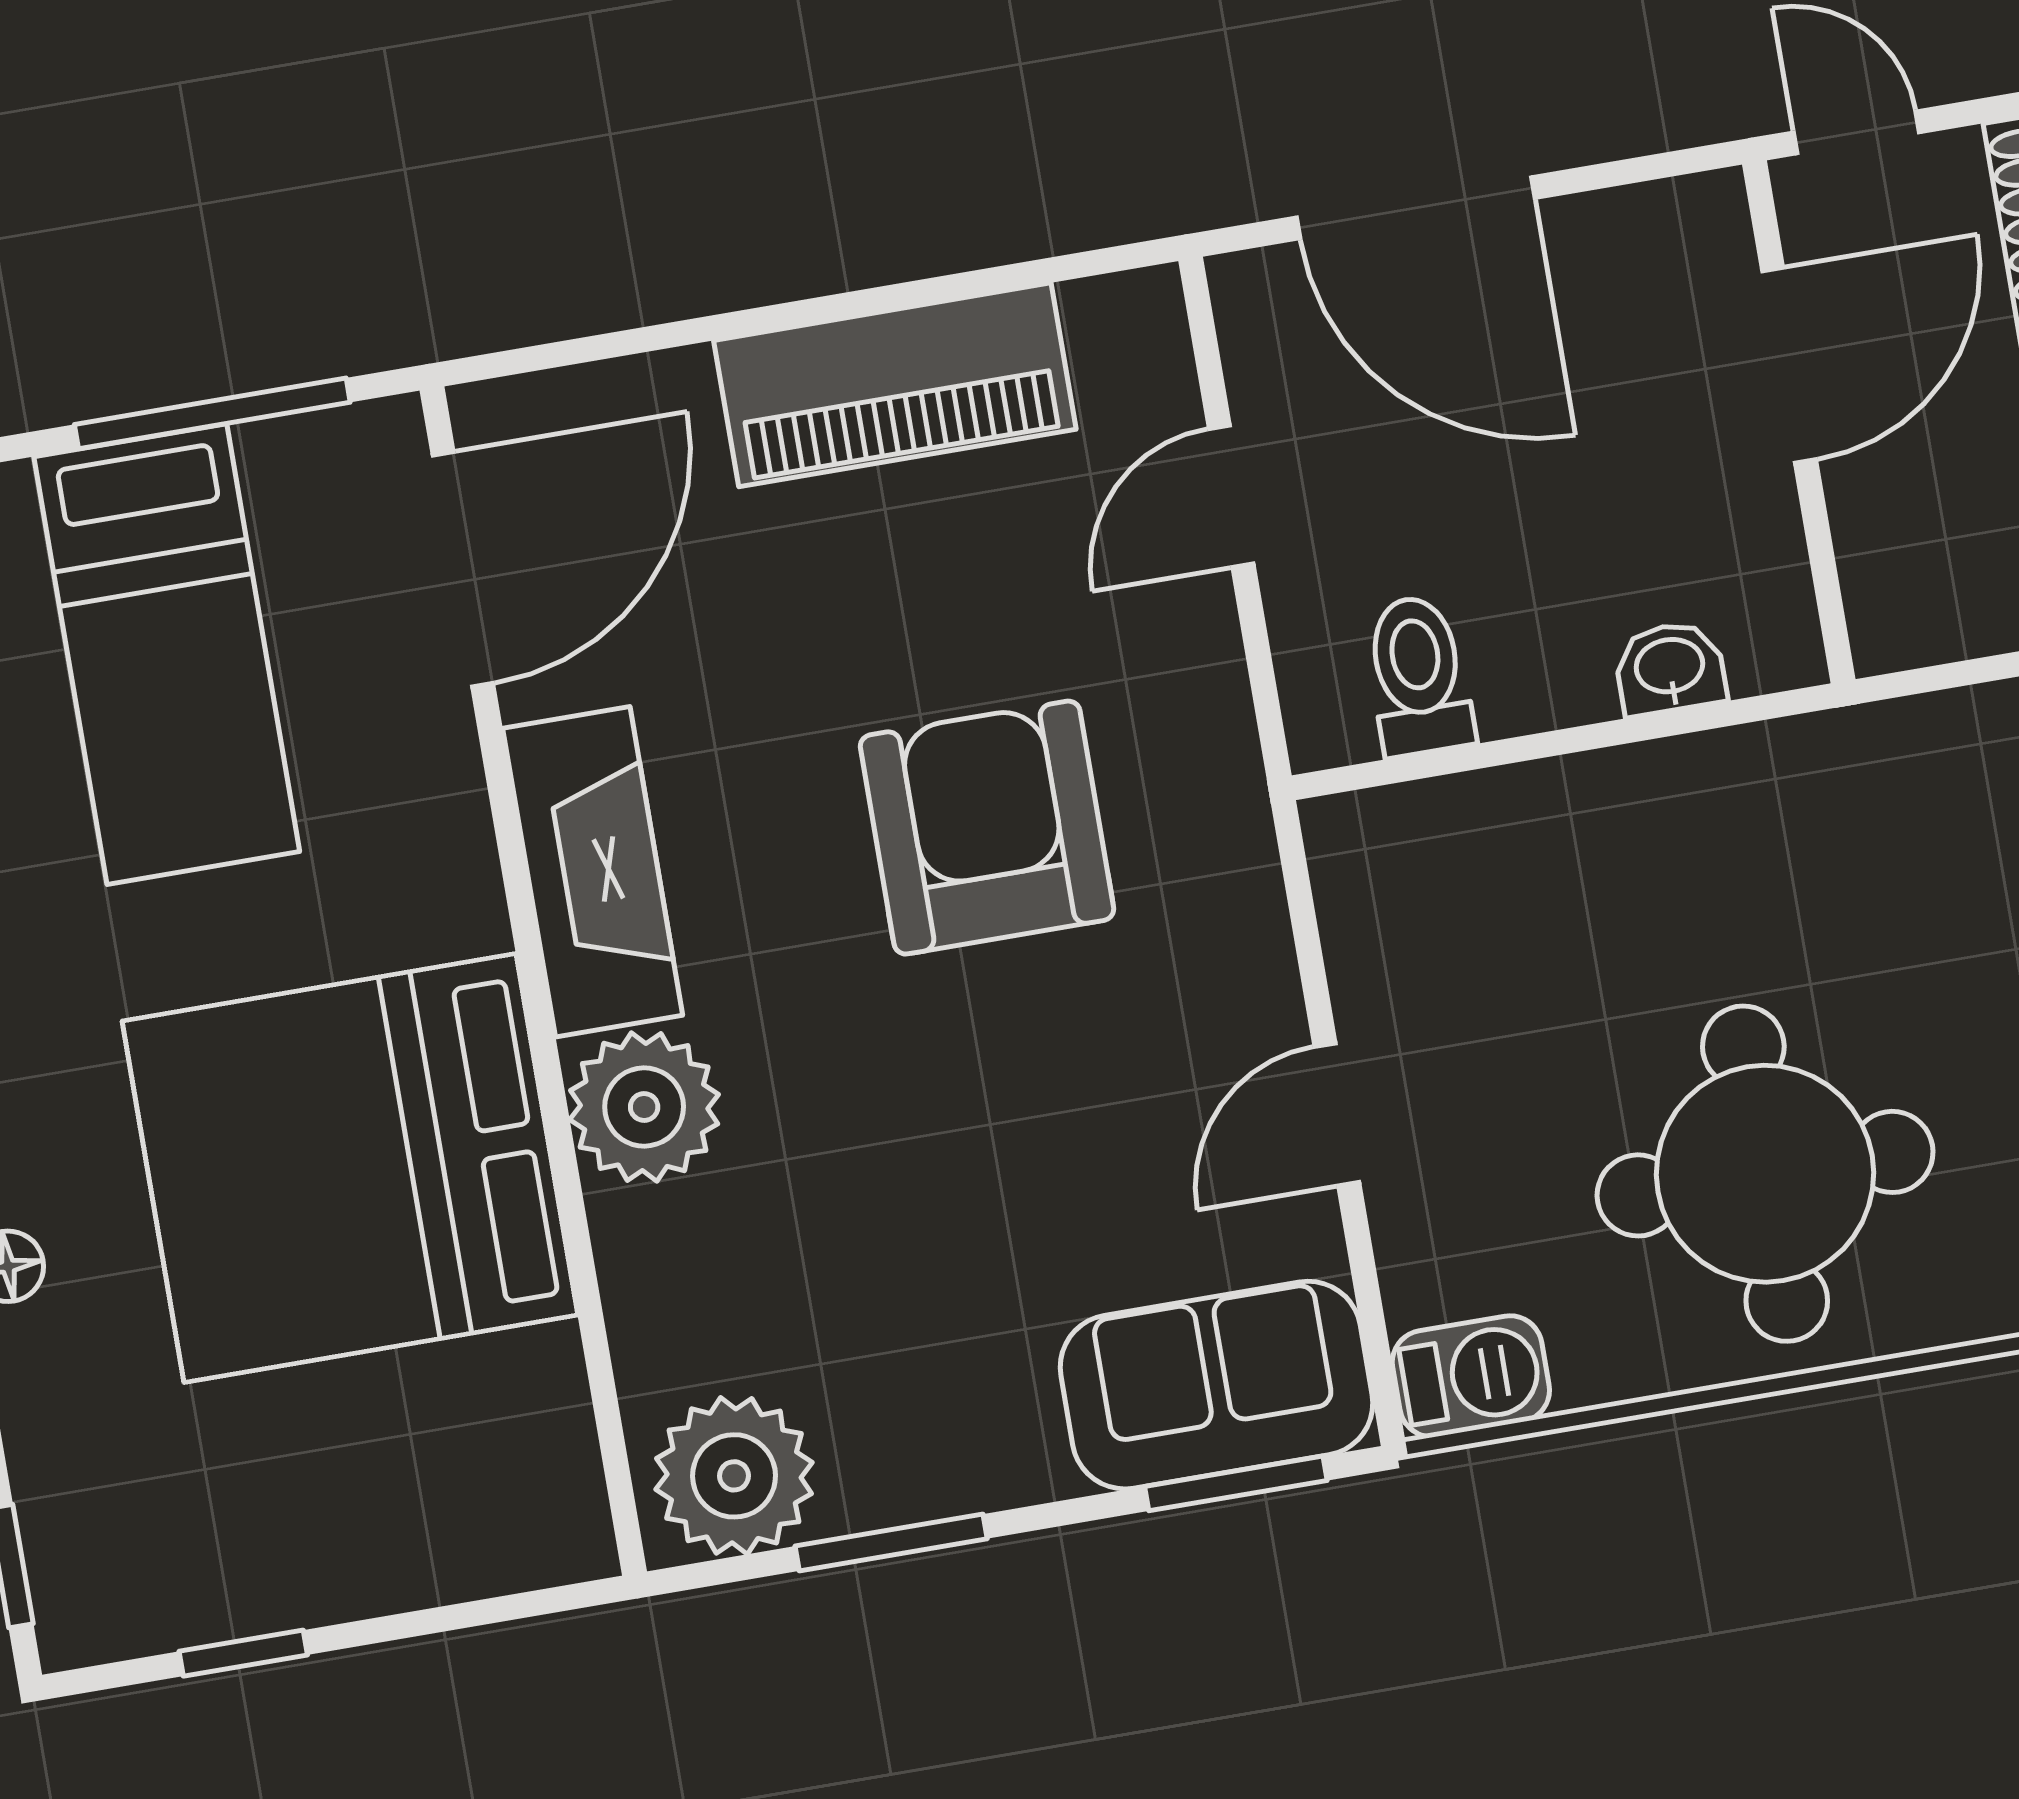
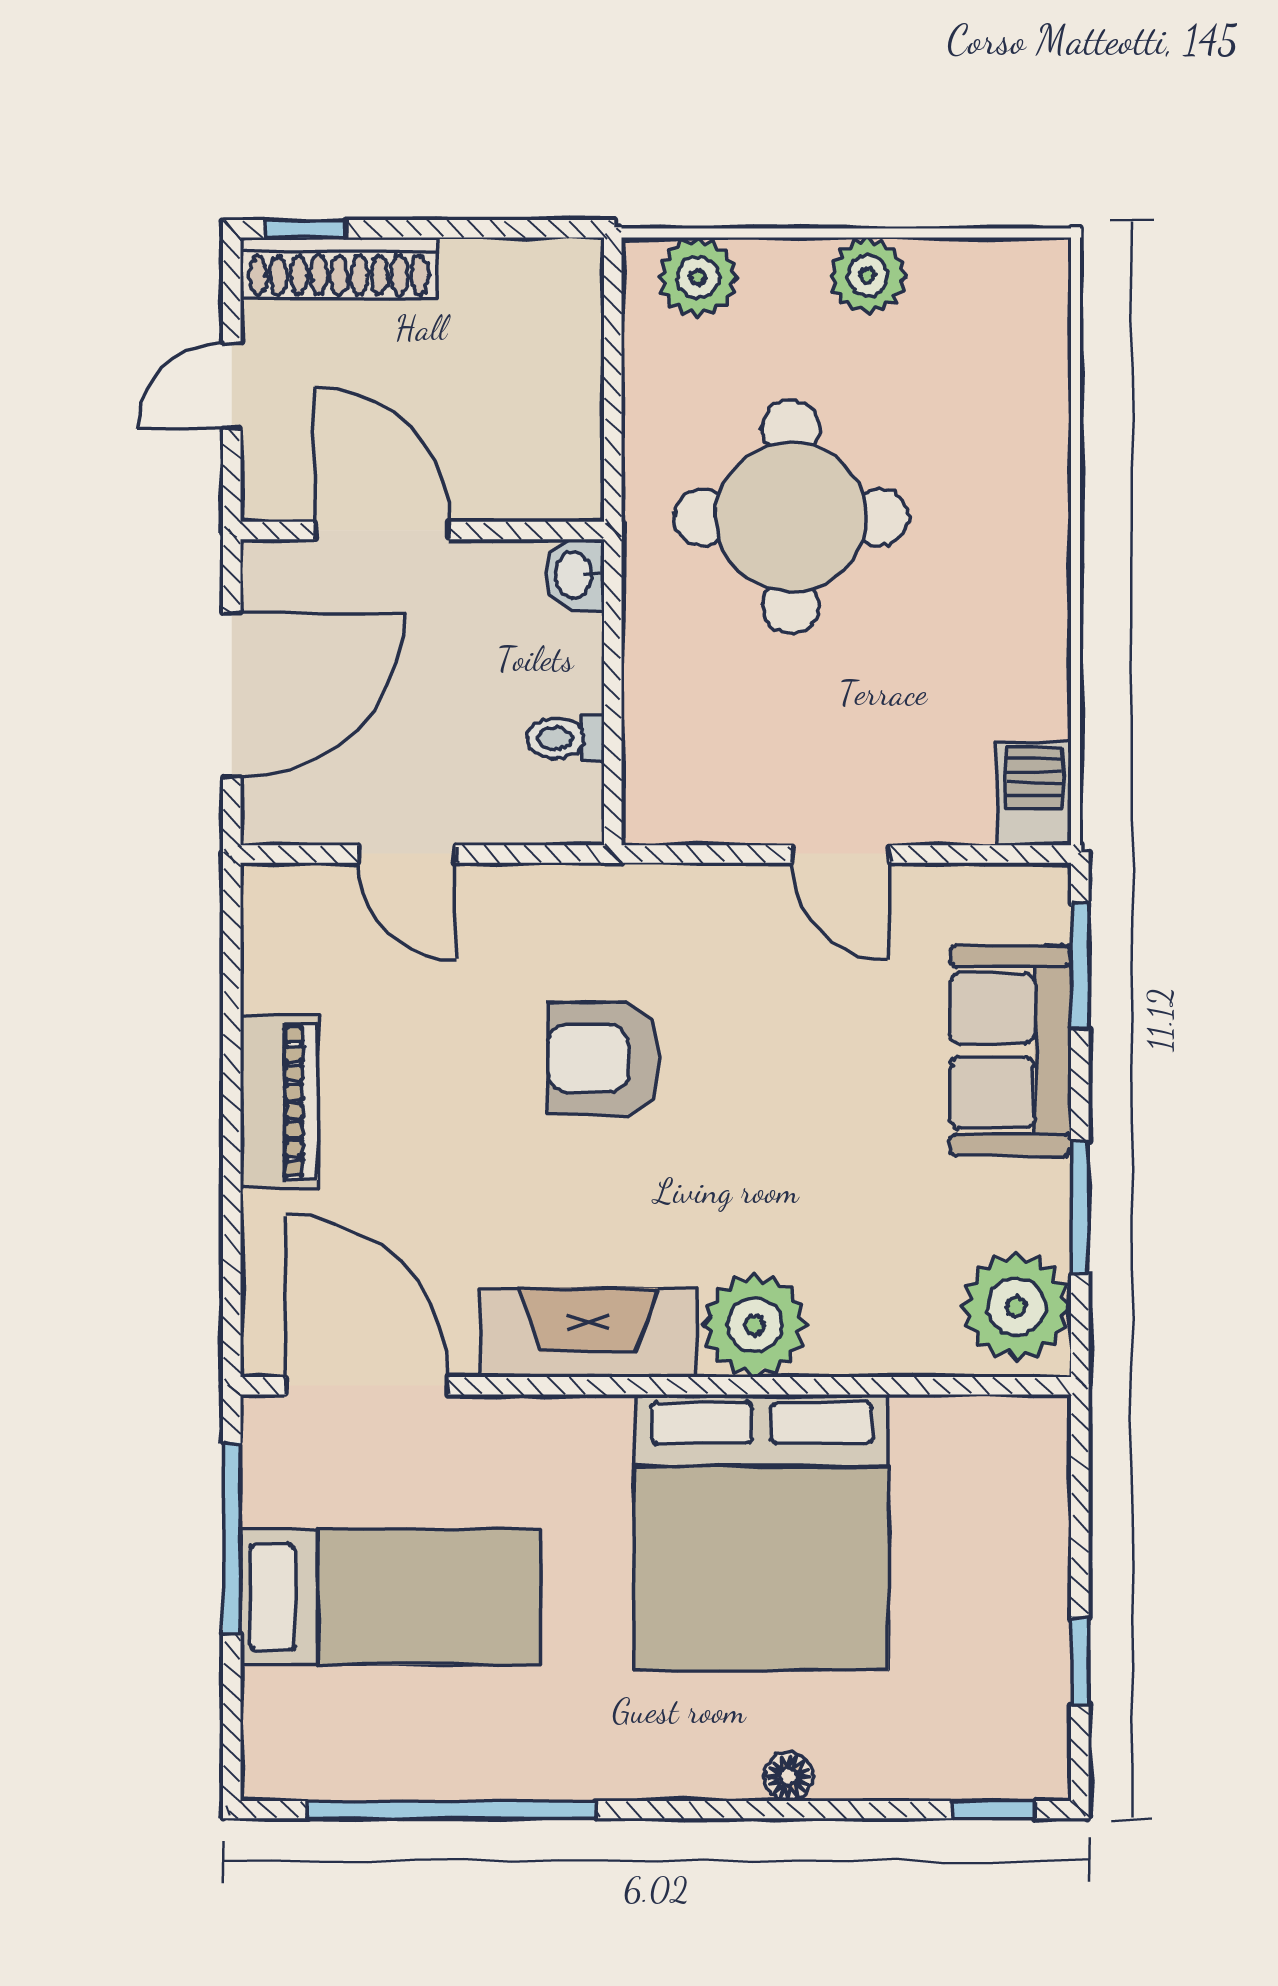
door: (1789, 365) -> (383, 531), moved
piano: (895, 385) -> (279, 1102), width x0.73, depth x0.75
wall: (1799, 422) -> (422, 531), moved
toilet: (1419, 676) -> (566, 738), width x0.73, depth x0.72
armchair: (987, 828) -> (604, 1059), width x0.73, depth x0.73
round table: (1765, 1174) -> (791, 517), moved
sofa: (1217, 1385) -> (1011, 1051), moved

